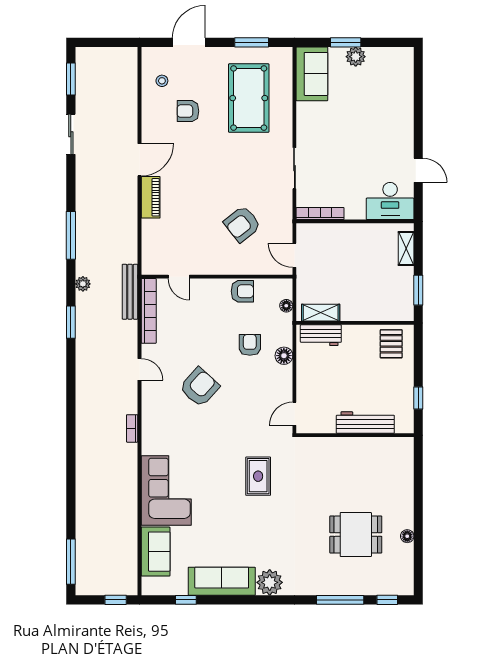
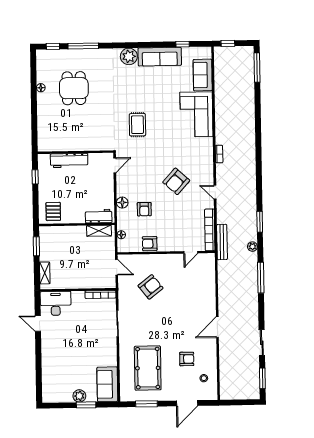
piano: (151, 197) -> (210, 303), removed
door: (179, 277) -> (191, 252), swing flipped
dining table: (356, 535) -> (74, 88), turned 90

